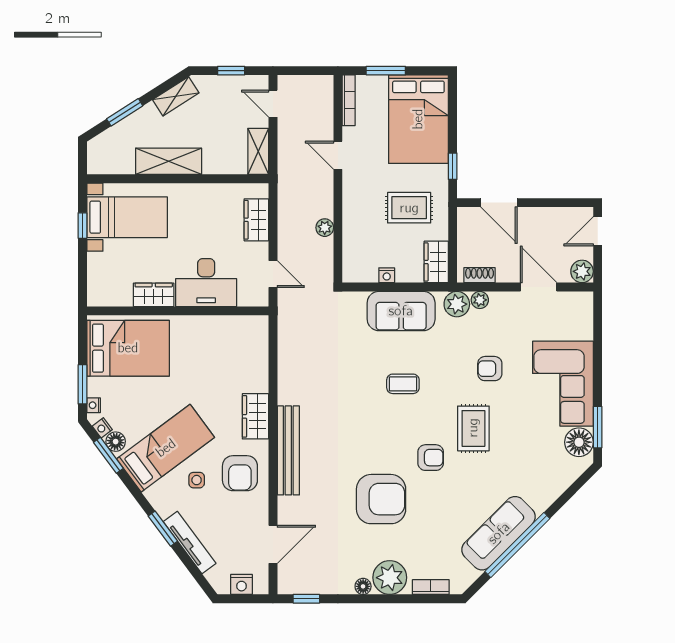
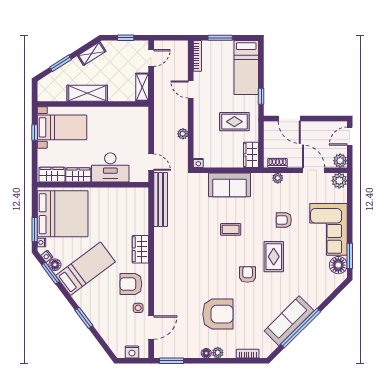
door: (273, 104) -> (151, 58), swing flipped
bed: (418, 119) -> (246, 67), width x0.67
wardrobe: (256, 220) -> (52, 175), moved, turned 90
nightstand: (387, 275) -> (198, 163), moved
plant: (457, 304) -> (339, 181), moved
bed: (128, 348) -> (63, 214), width x1.36
bench: (288, 450) -> (161, 200), moved
armchair: (431, 458) -> (248, 274), turned -90
armchair: (240, 473) -> (131, 284), turned 90
side table: (197, 480) -> (138, 308), moved
armchair: (381, 499) -> (218, 314), moved
tv unit: (190, 543) -> (100, 326), removed
plant: (390, 578) -> (218, 353), width x0.53, depth x0.53
window: (306, 599) -> (172, 361), width x1.50

